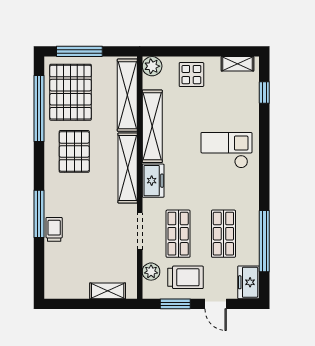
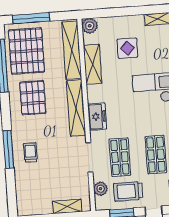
display table: (191, 75) -> (127, 48), moved
shelving: (152, 126) -> (93, 64), width x0.68
trolley: (54, 229) -> (30, 152), moved
trolley: (185, 277) -> (128, 191), turned 180

